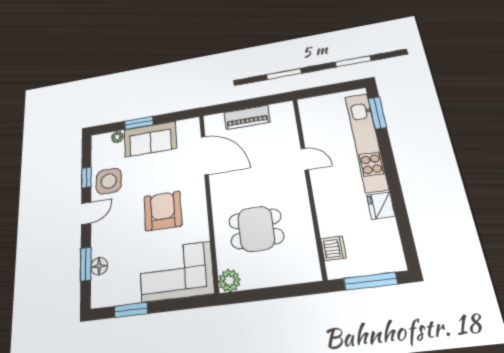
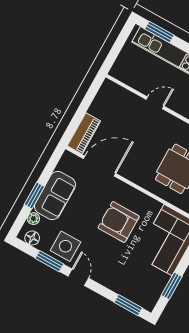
piano: (247, 117) -> (84, 133), moved
window: (86, 177) -> (49, 261), width x1.50
window: (86, 264) -> (128, 305), moved
floor lamp: (99, 266) -> (32, 238), moved

